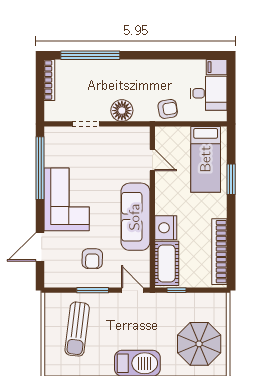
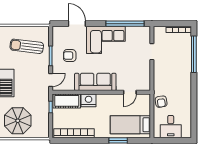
filing cabinet: (217, 67) -> (187, 131), removed
floor lamp: (122, 111) -> (160, 74), removed

